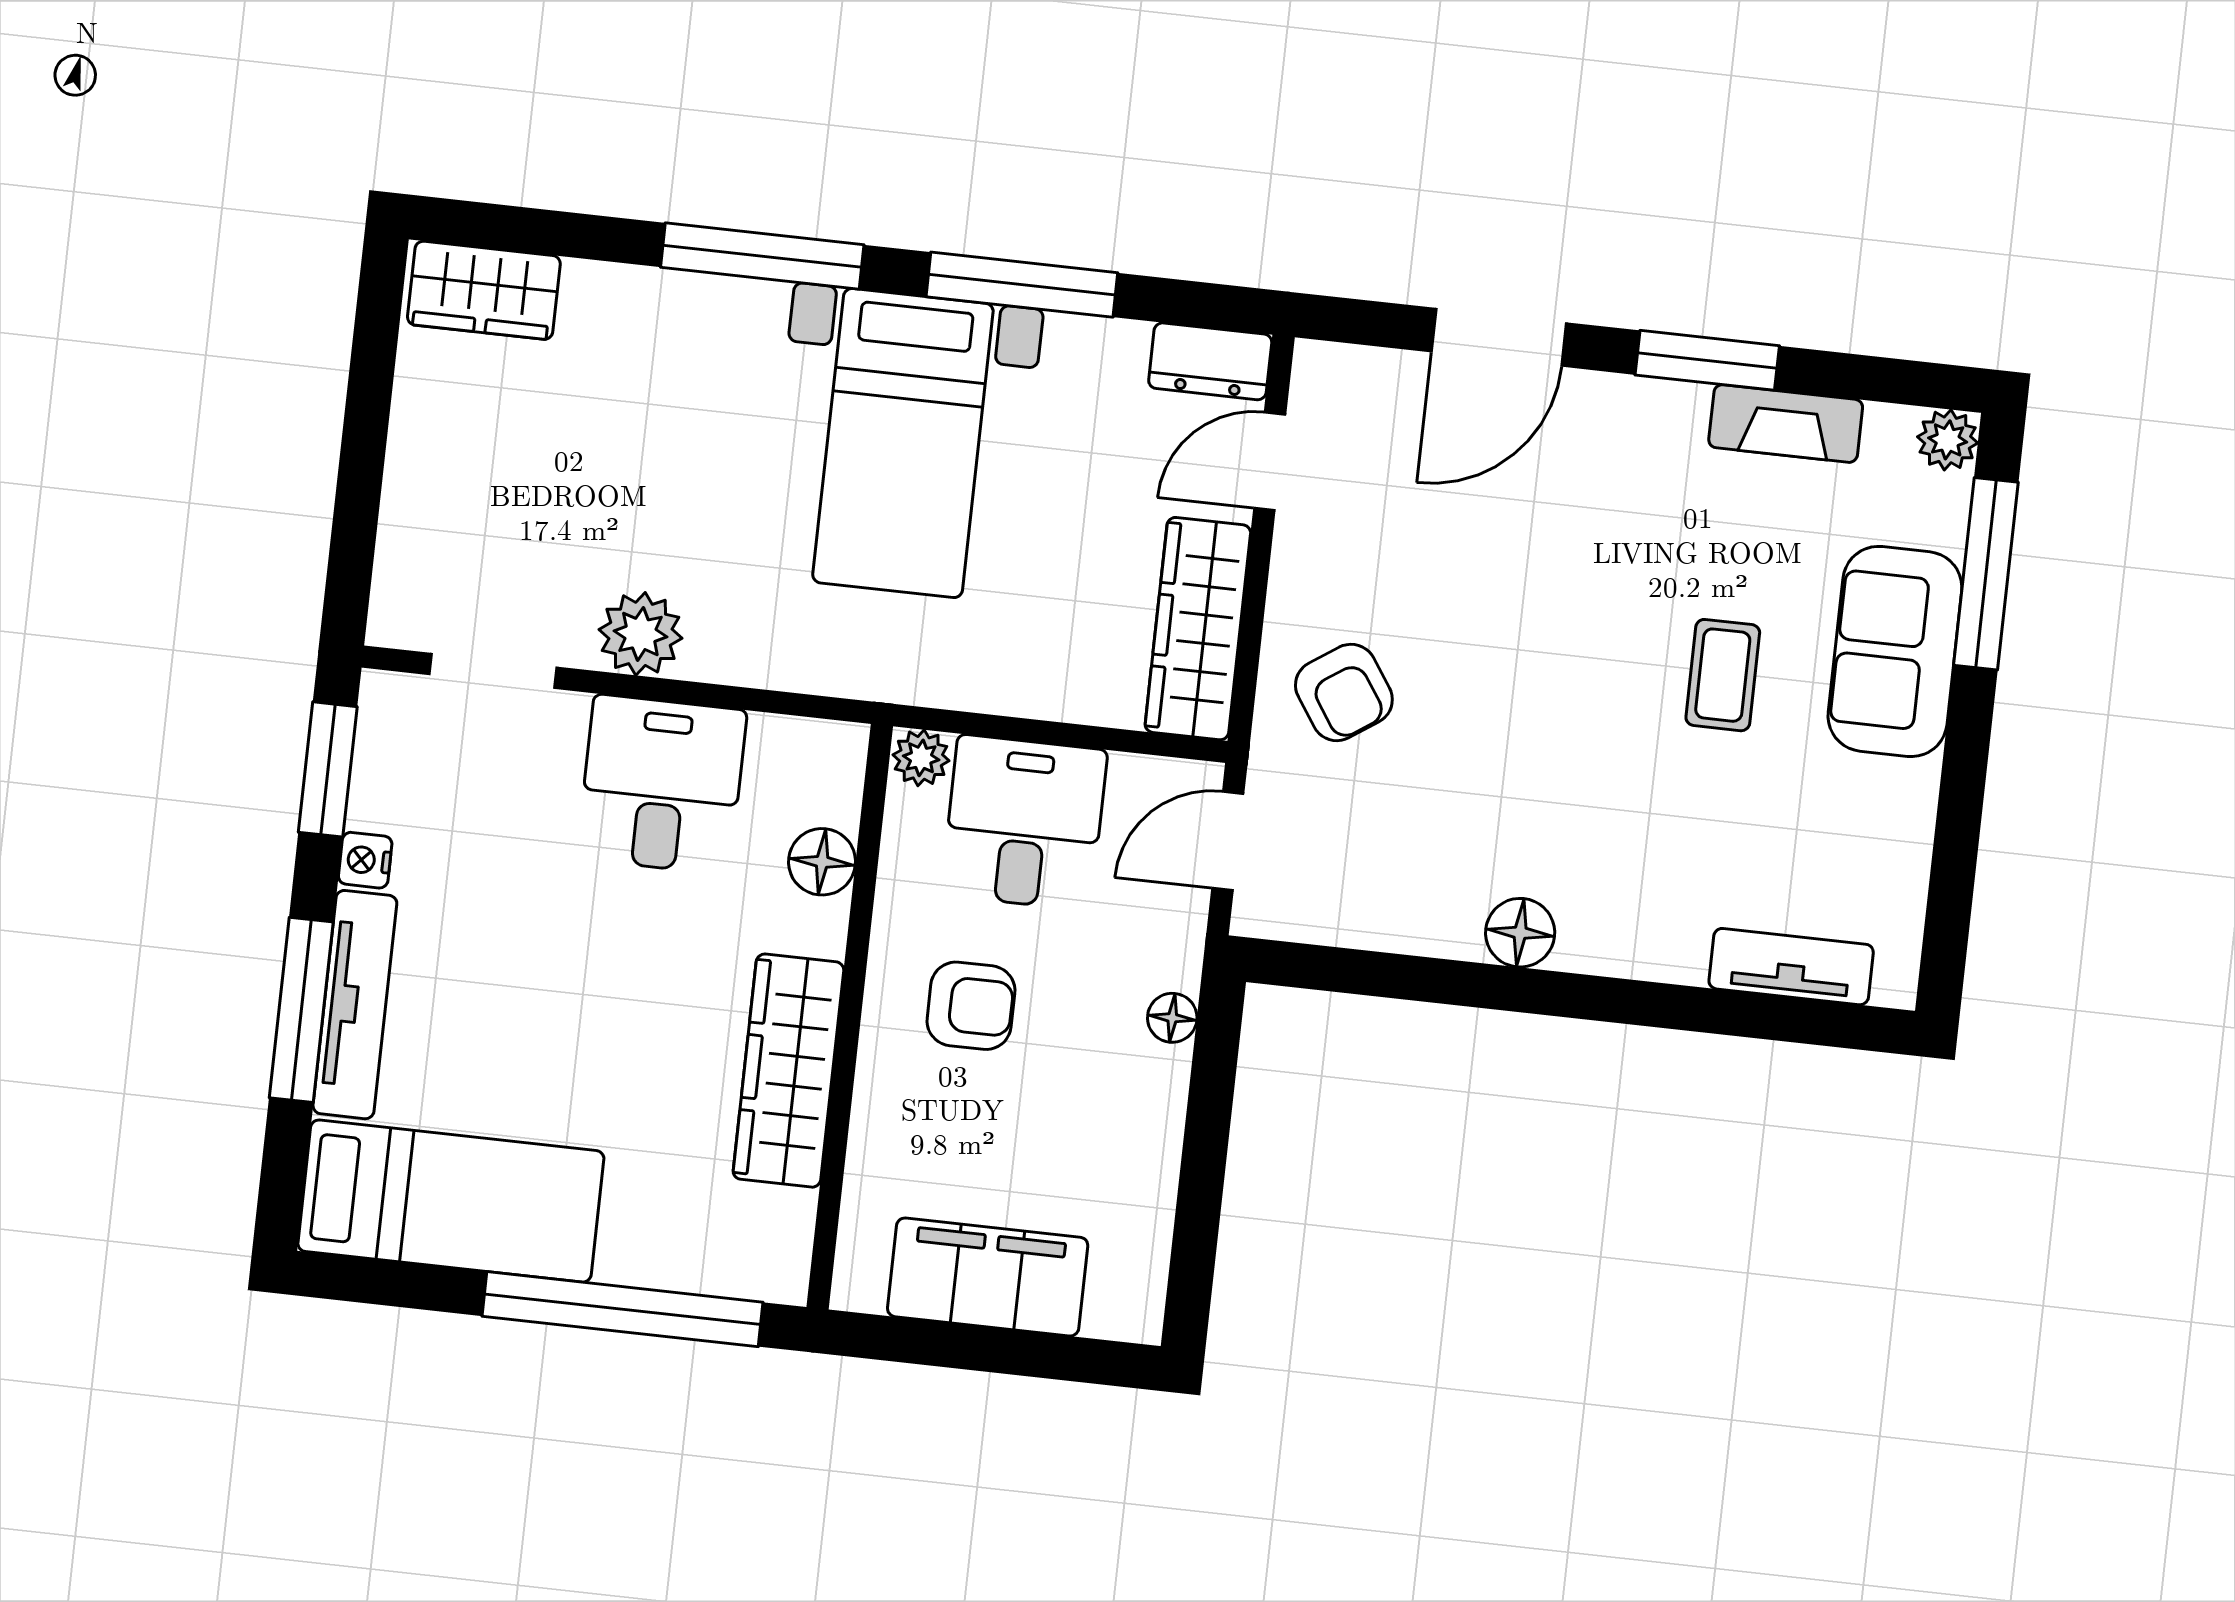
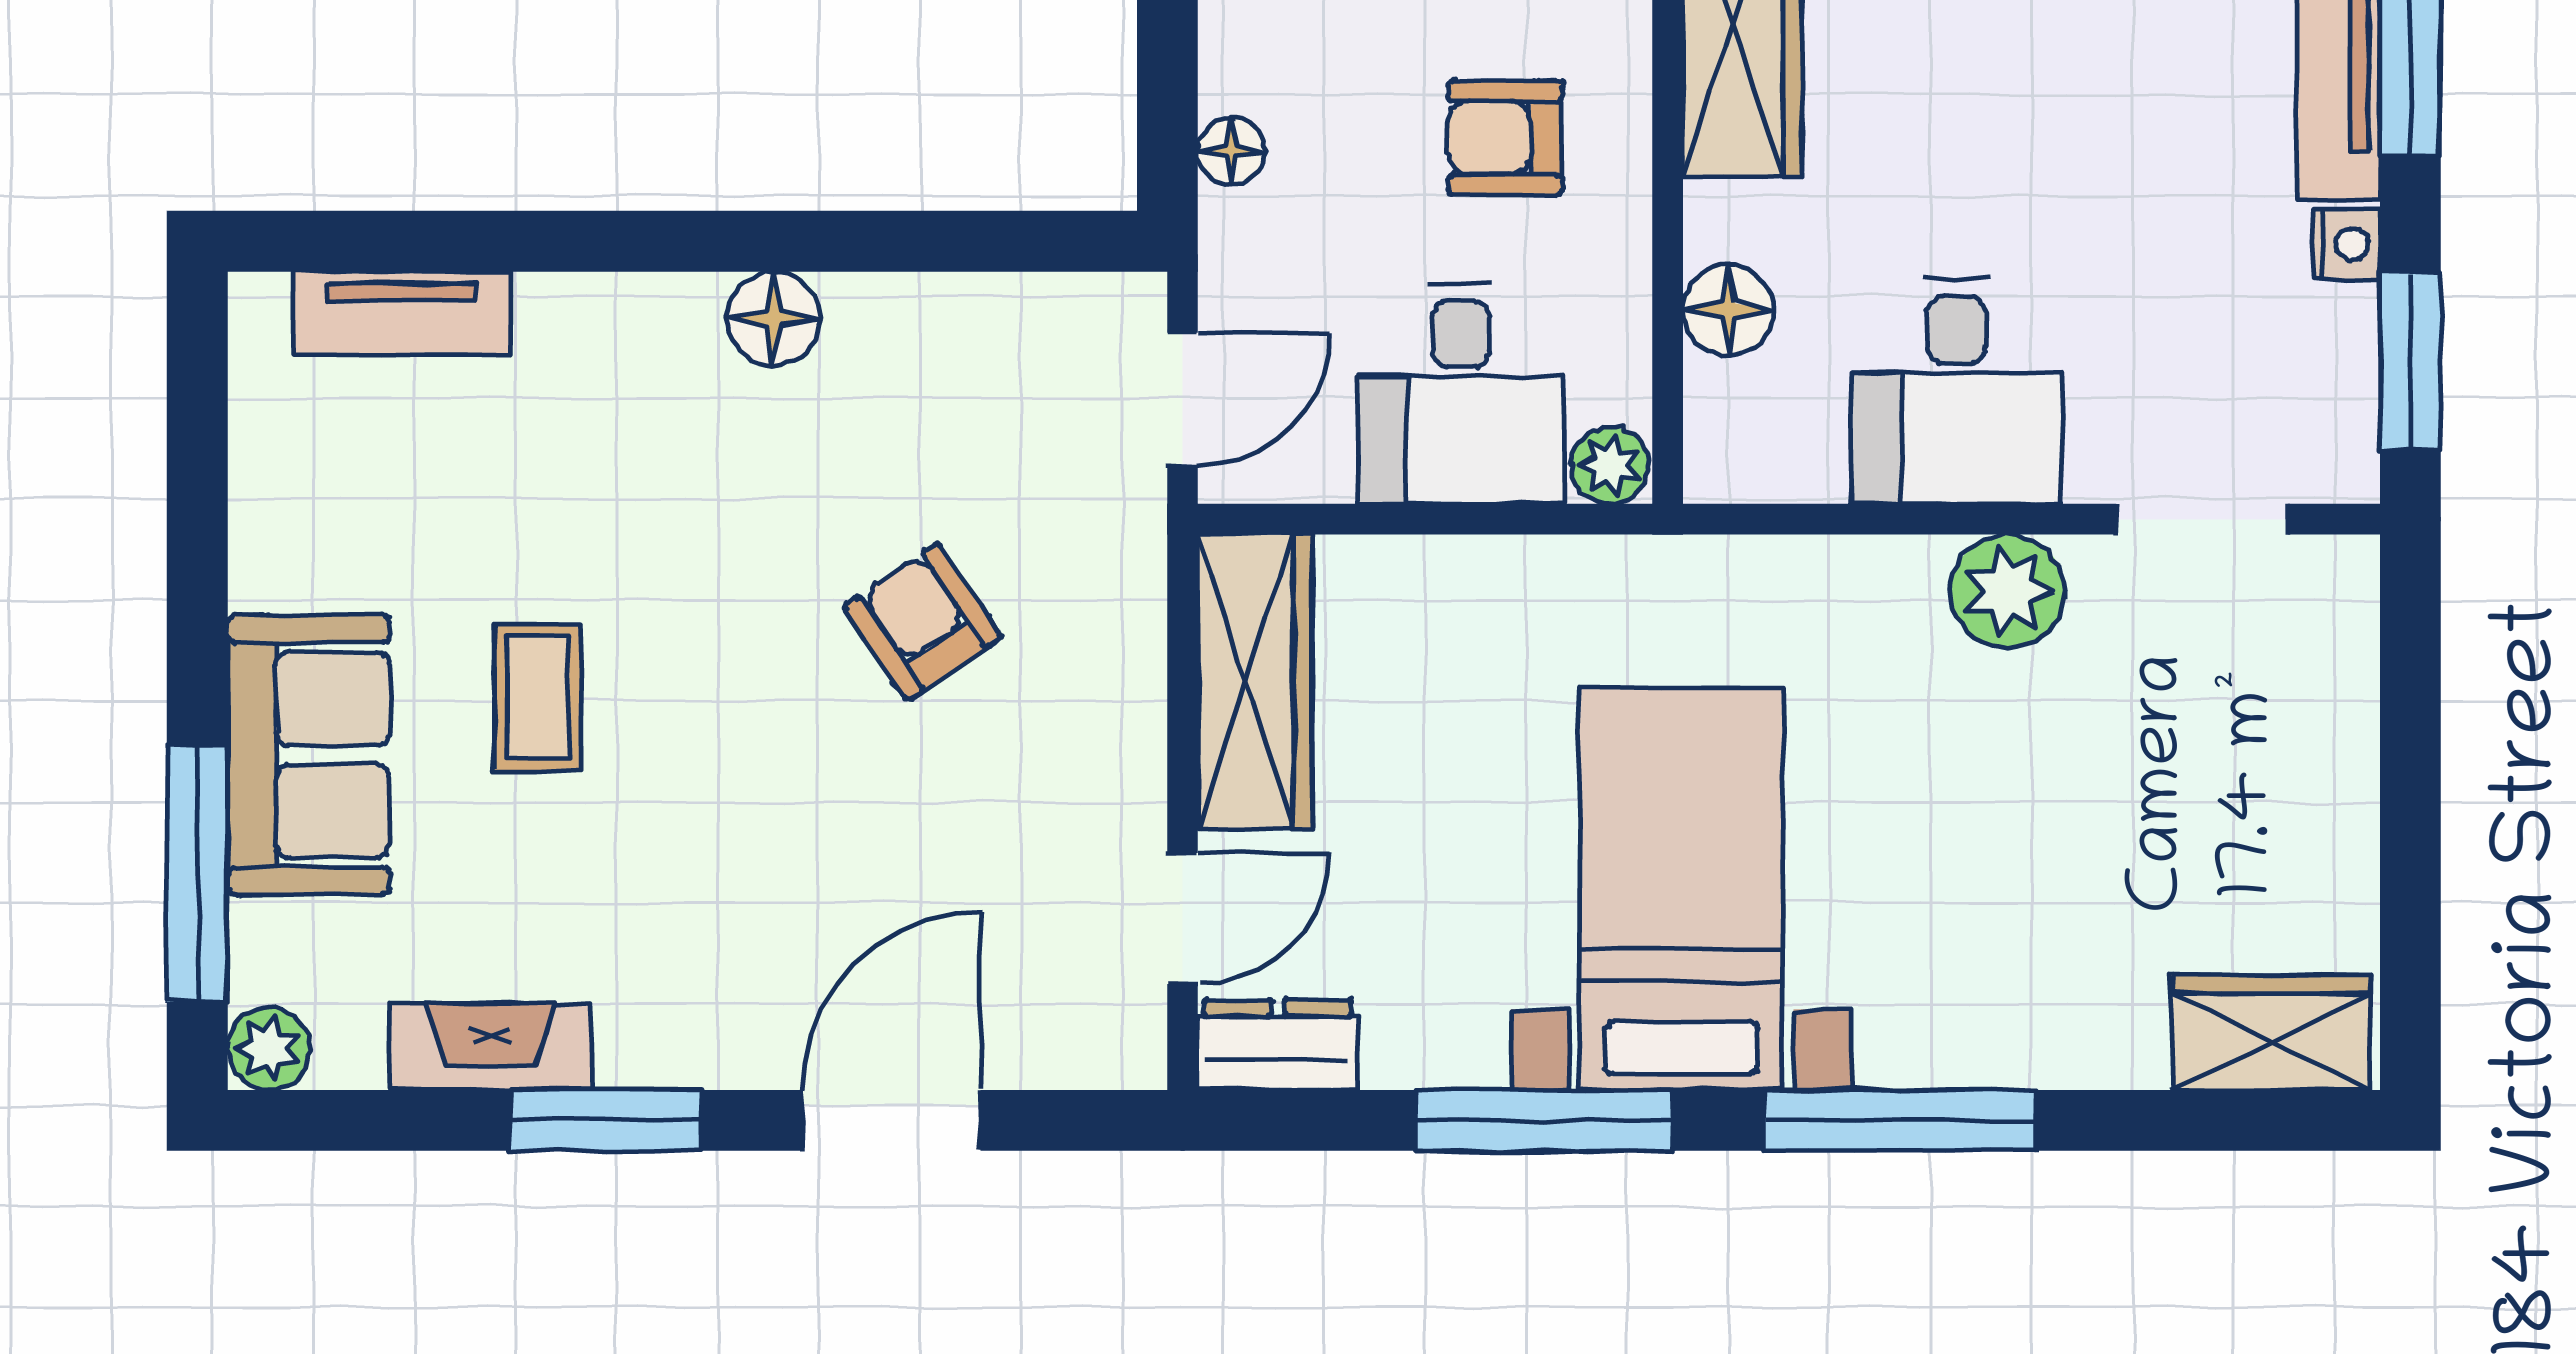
armchair: (1344, 692) -> (923, 622), moved

